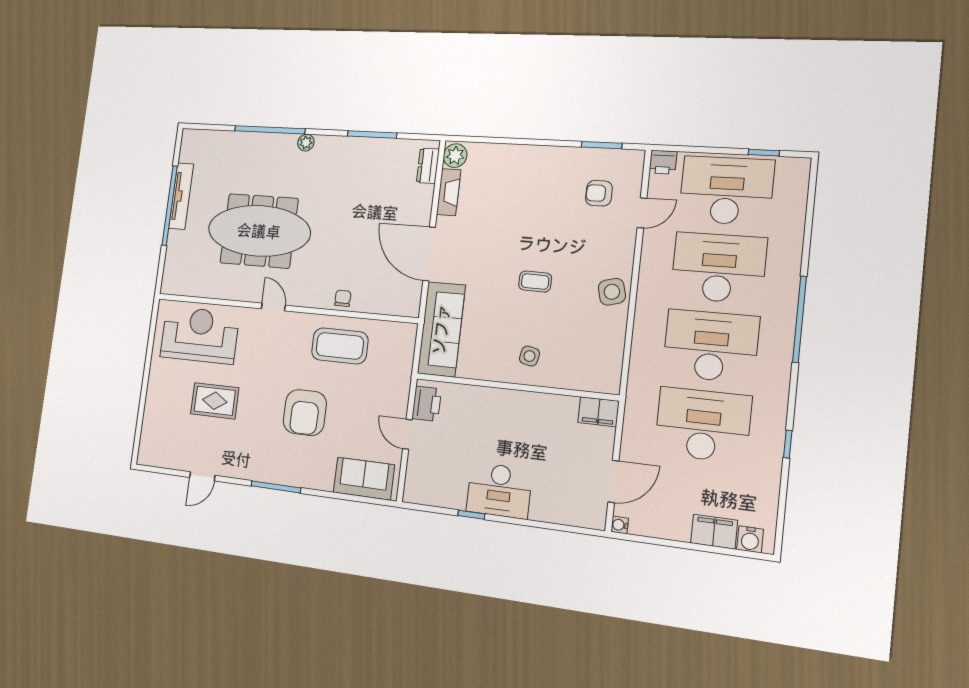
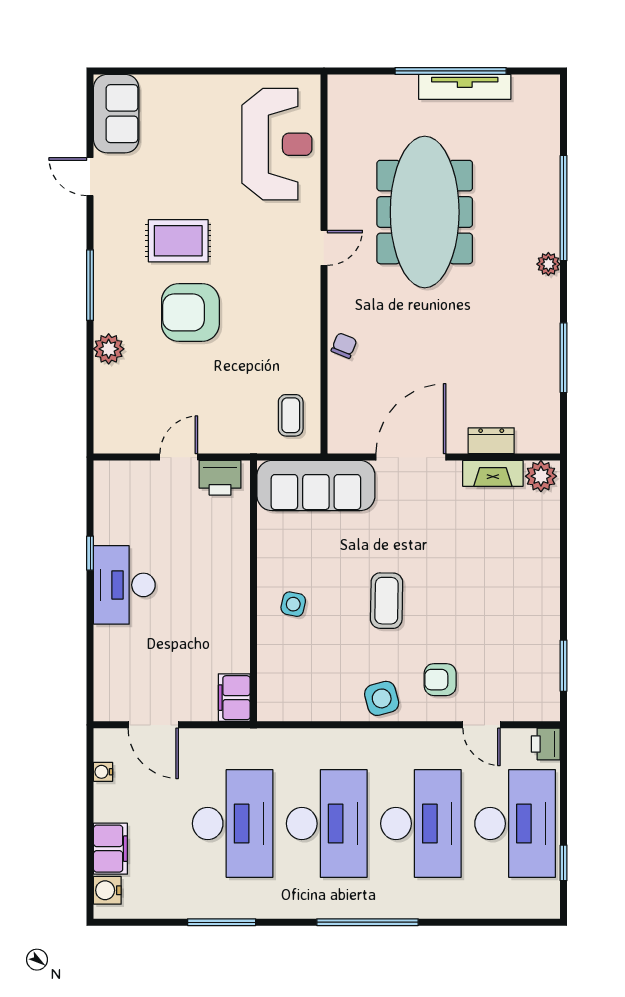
dresser: (428, 166) -> (491, 441), moved
armchair: (599, 193) -> (440, 680), moved, turned -90
coffee table: (535, 282) -> (387, 601), width x1.36, depth x1.30
chair: (343, 298) -> (344, 346), turned -68
coffee table: (340, 346) -> (291, 415), moved, width x0.54, depth x0.58
rug: (215, 401) -> (178, 241), moved, turned 90
window: (788, 444) -> (222, 922), width x2.17
plant: (322, 479) -> (109, 349), added
sofa: (364, 479) -> (116, 114), moved
water cooler: (620, 525) -> (103, 772), moved, turned -90

